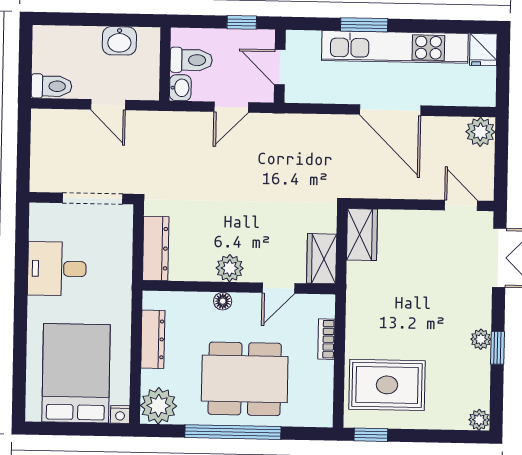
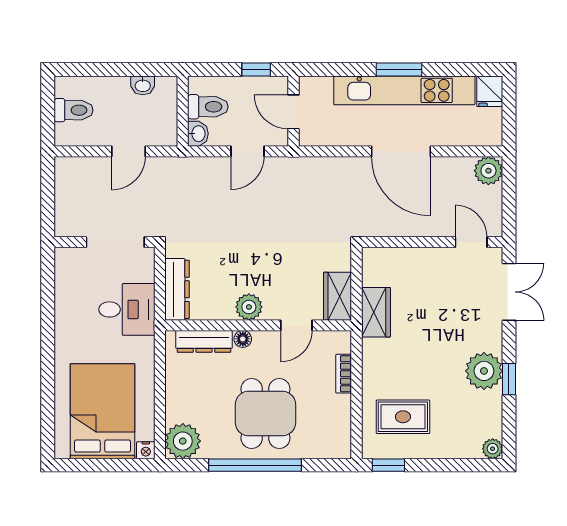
window: (364, 25) -> (399, 69), moved
washbasin: (119, 41) -> (143, 85), width x0.72, depth x0.69
toilet: (52, 86) -> (74, 110), moved
door: (108, 105) -> (128, 151), hinge flipped
wardrobe: (362, 235) -> (376, 312), moved
desk: (57, 269) -> (127, 309), moved, turned 180
dresser: (153, 339) -> (204, 341), moved, turned 90
plant: (481, 339) -> (484, 371), width x1.88, depth x1.88
dining table: (245, 379) -> (265, 414), width x0.73
rug: (387, 385) -> (403, 417), width x0.73, depth x0.70

